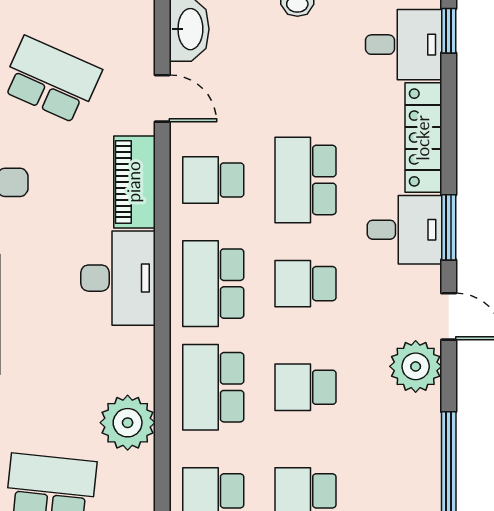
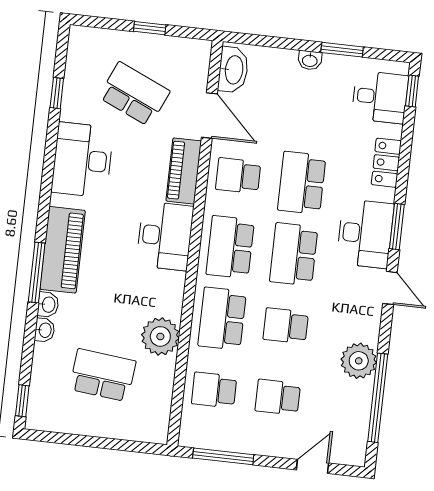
door: (162, 98) -> (209, 115), width x1.38
locker: (423, 138) -> (386, 163), width x0.66
desk: (404, 230) -> (365, 234), width x1.37
school desk: (305, 284) -> (294, 254), width x1.85
plant: (416, 366) -> (359, 361), moved

